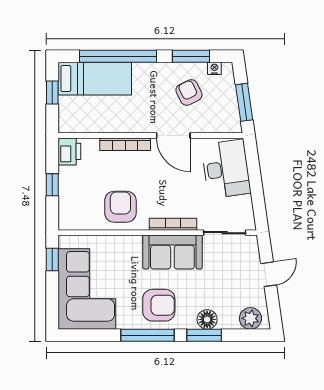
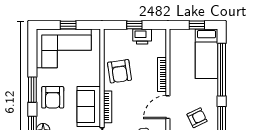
printer: (69, 151) -> (142, 37), moved
armchair: (120, 207) -> (119, 71), turned 82
window: (52, 259) -> (68, 25), moved
window: (147, 335) -> (32, 90), width x0.69

